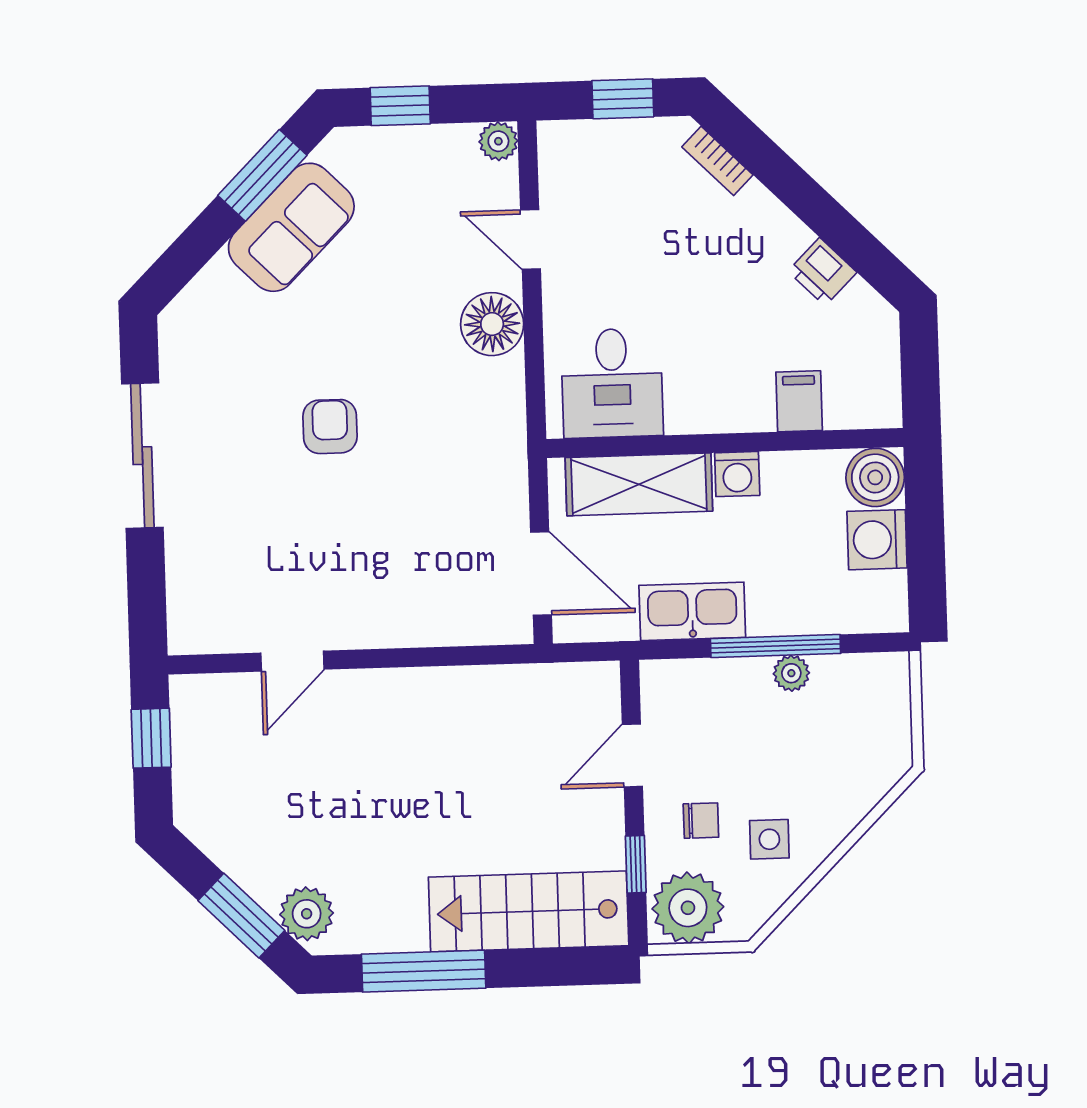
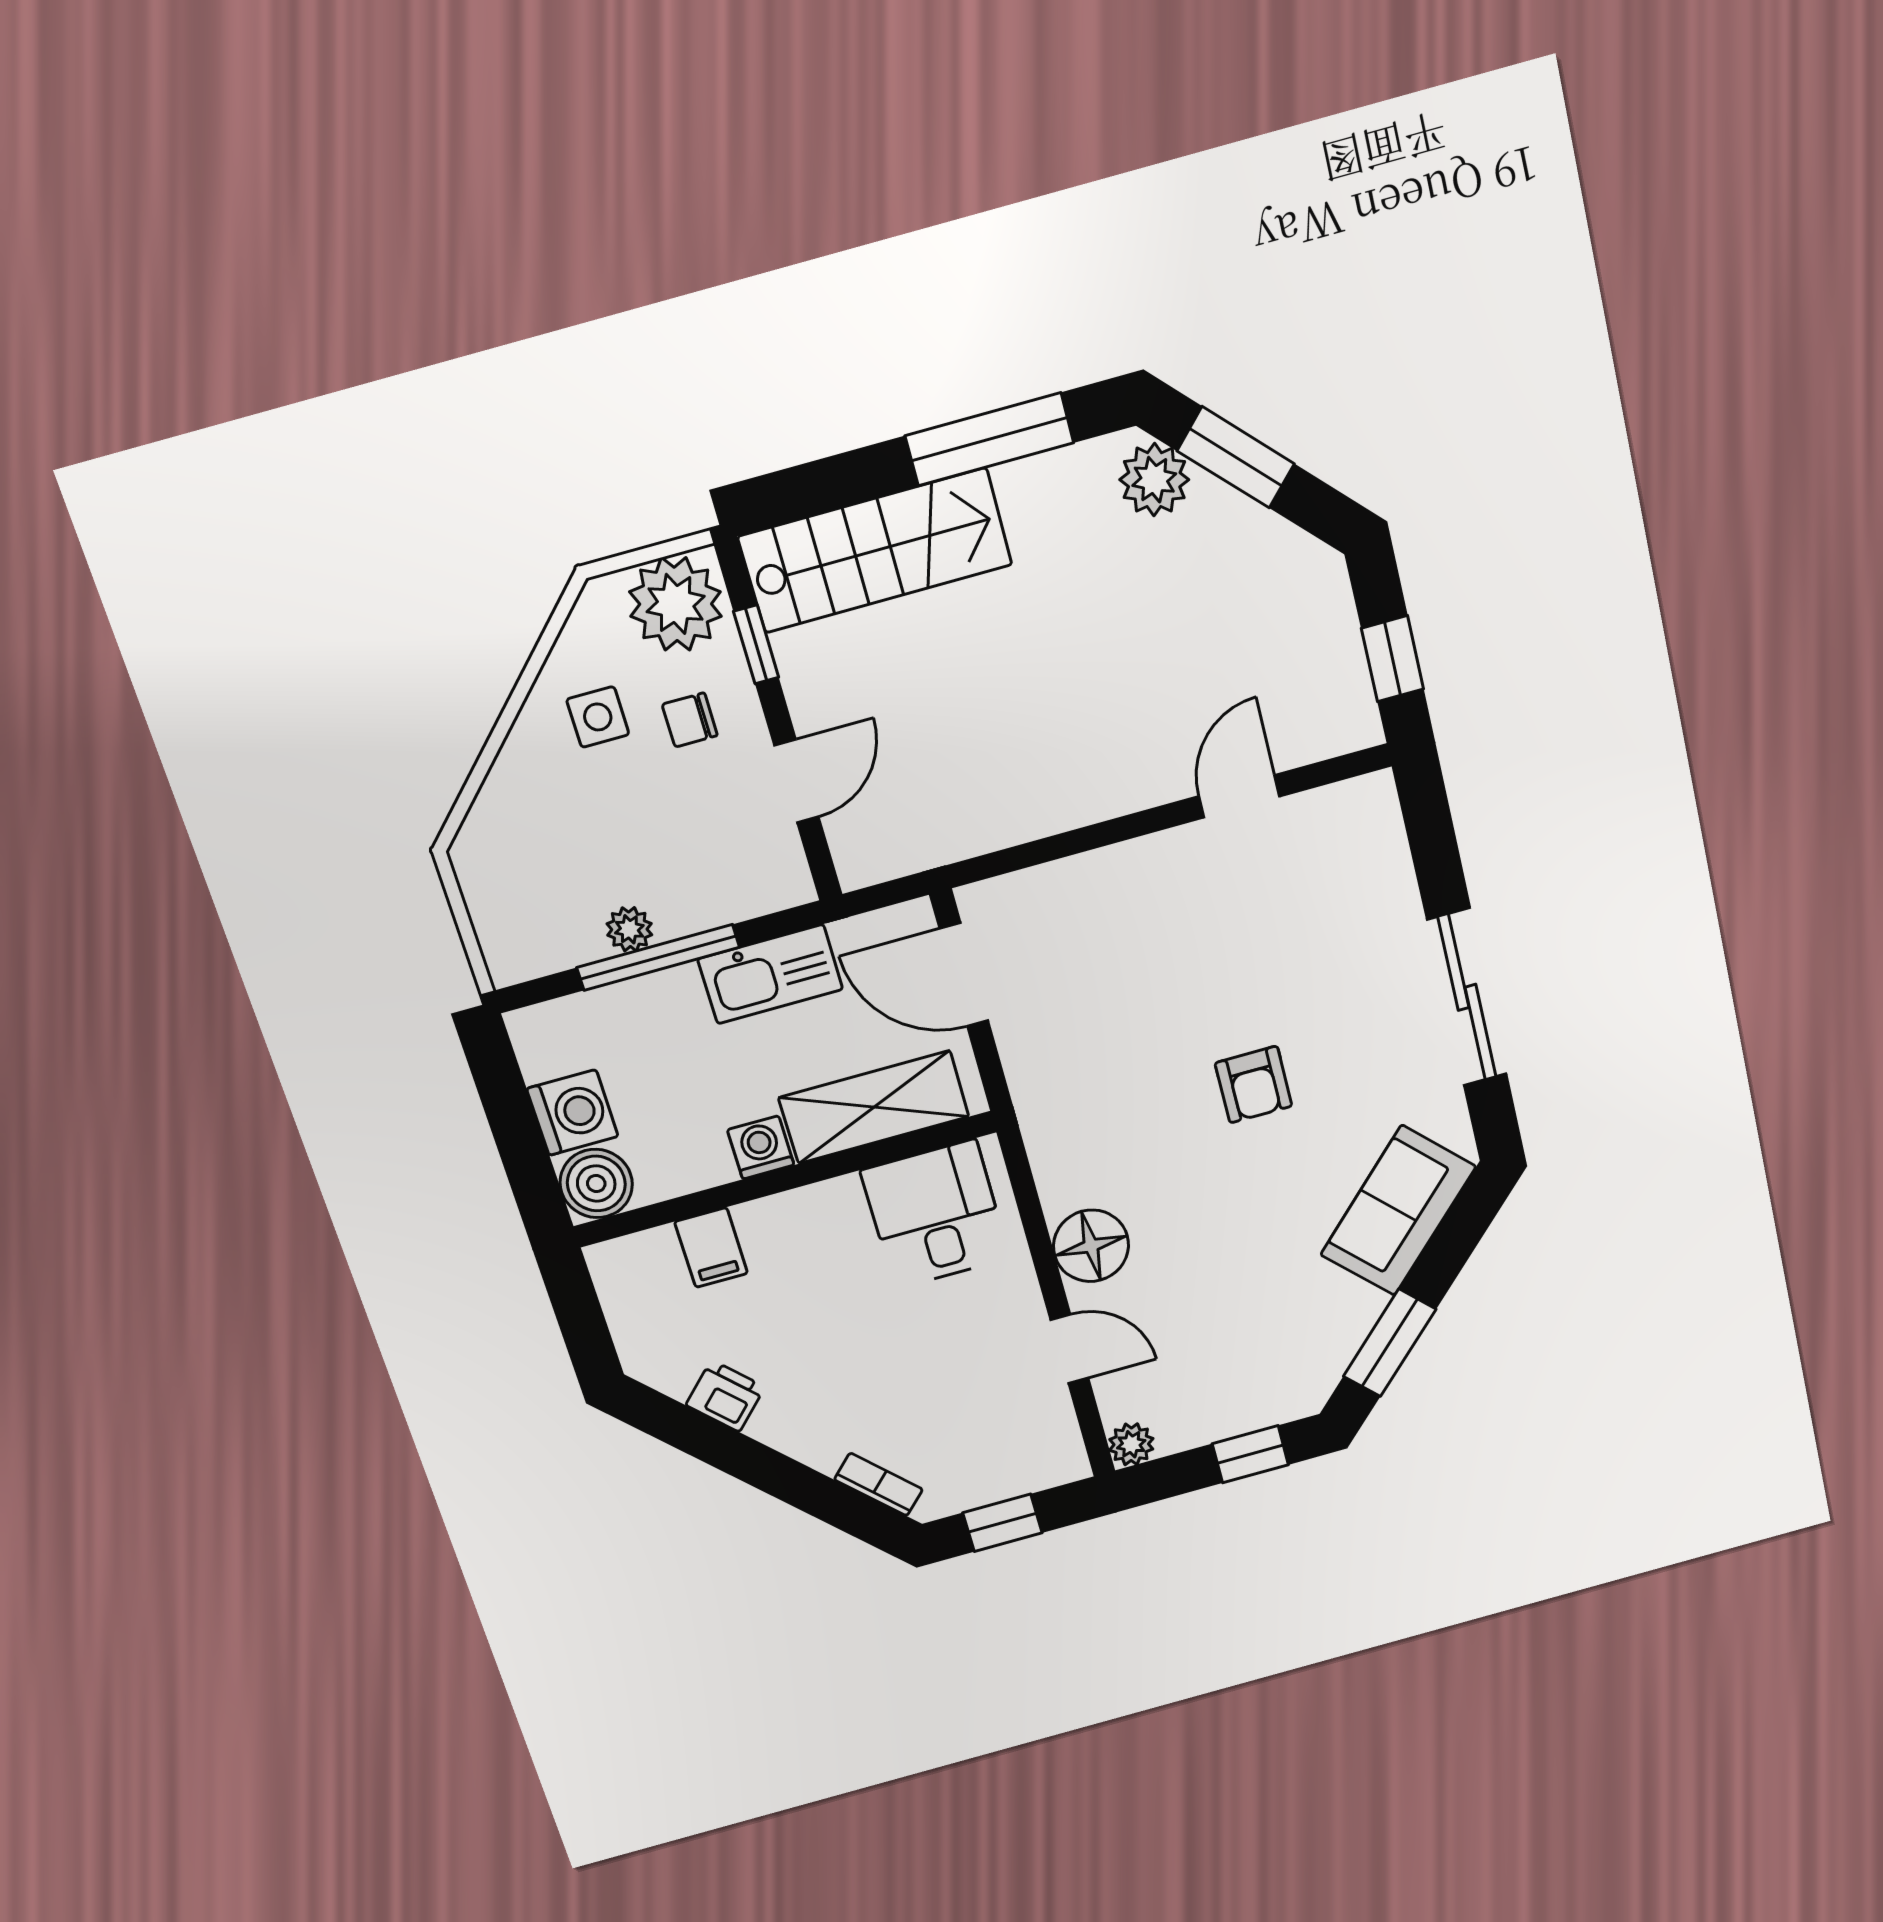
sofa: (291, 227) -> (1398, 1211), moved

